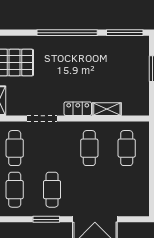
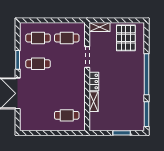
cafe table: (89, 148) -> (67, 90), removed

